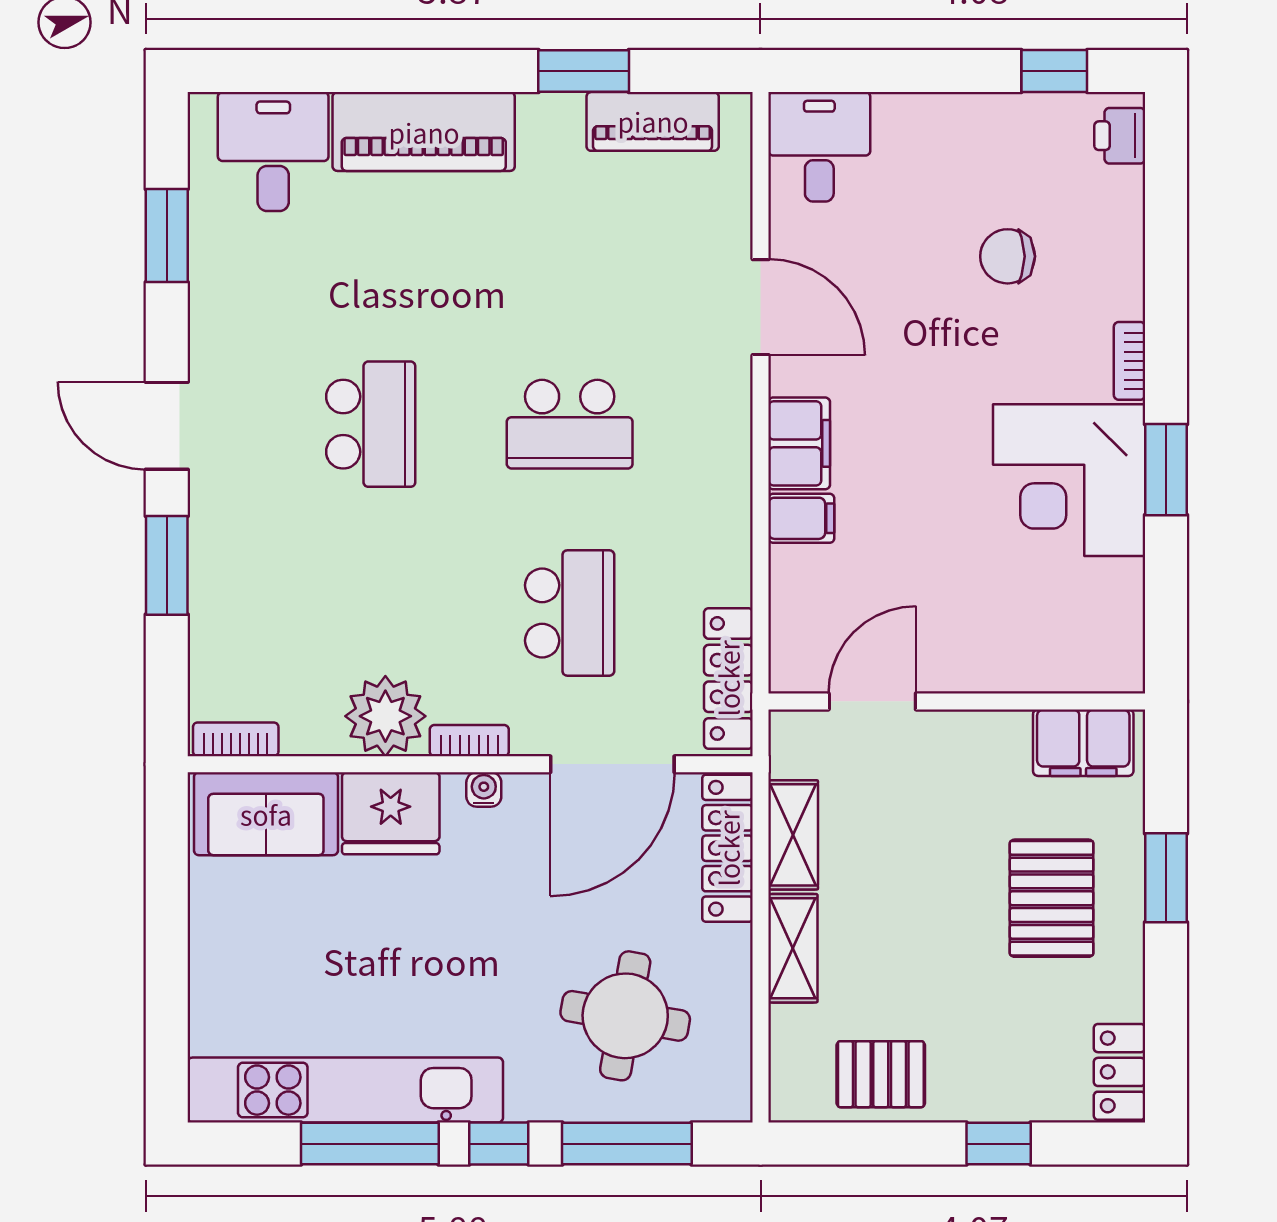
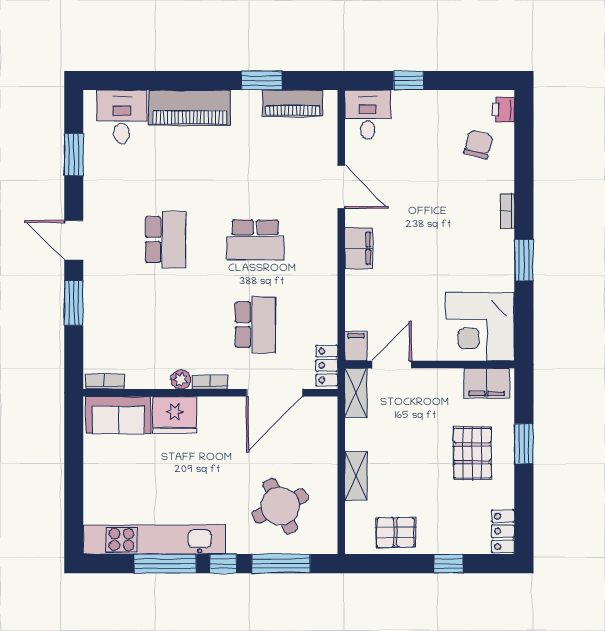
window: (1054, 71) -> (409, 81), moved
chair: (1008, 256) -> (478, 144), moved, turned 105
corner desk: (1069, 480) -> (480, 327), moved
filing cabinet: (801, 518) -> (356, 346), moved, turned -90
locker: (728, 678) -> (327, 366), width x0.66
plant: (385, 716) -> (181, 380), width x0.53, depth x0.53
water cooler: (484, 789) -> (217, 404), removed
shelving: (793, 835) -> (356, 393), moved
locker: (728, 848) -> (326, 431), removed
round table: (625, 1016) -> (280, 506), turned -35

